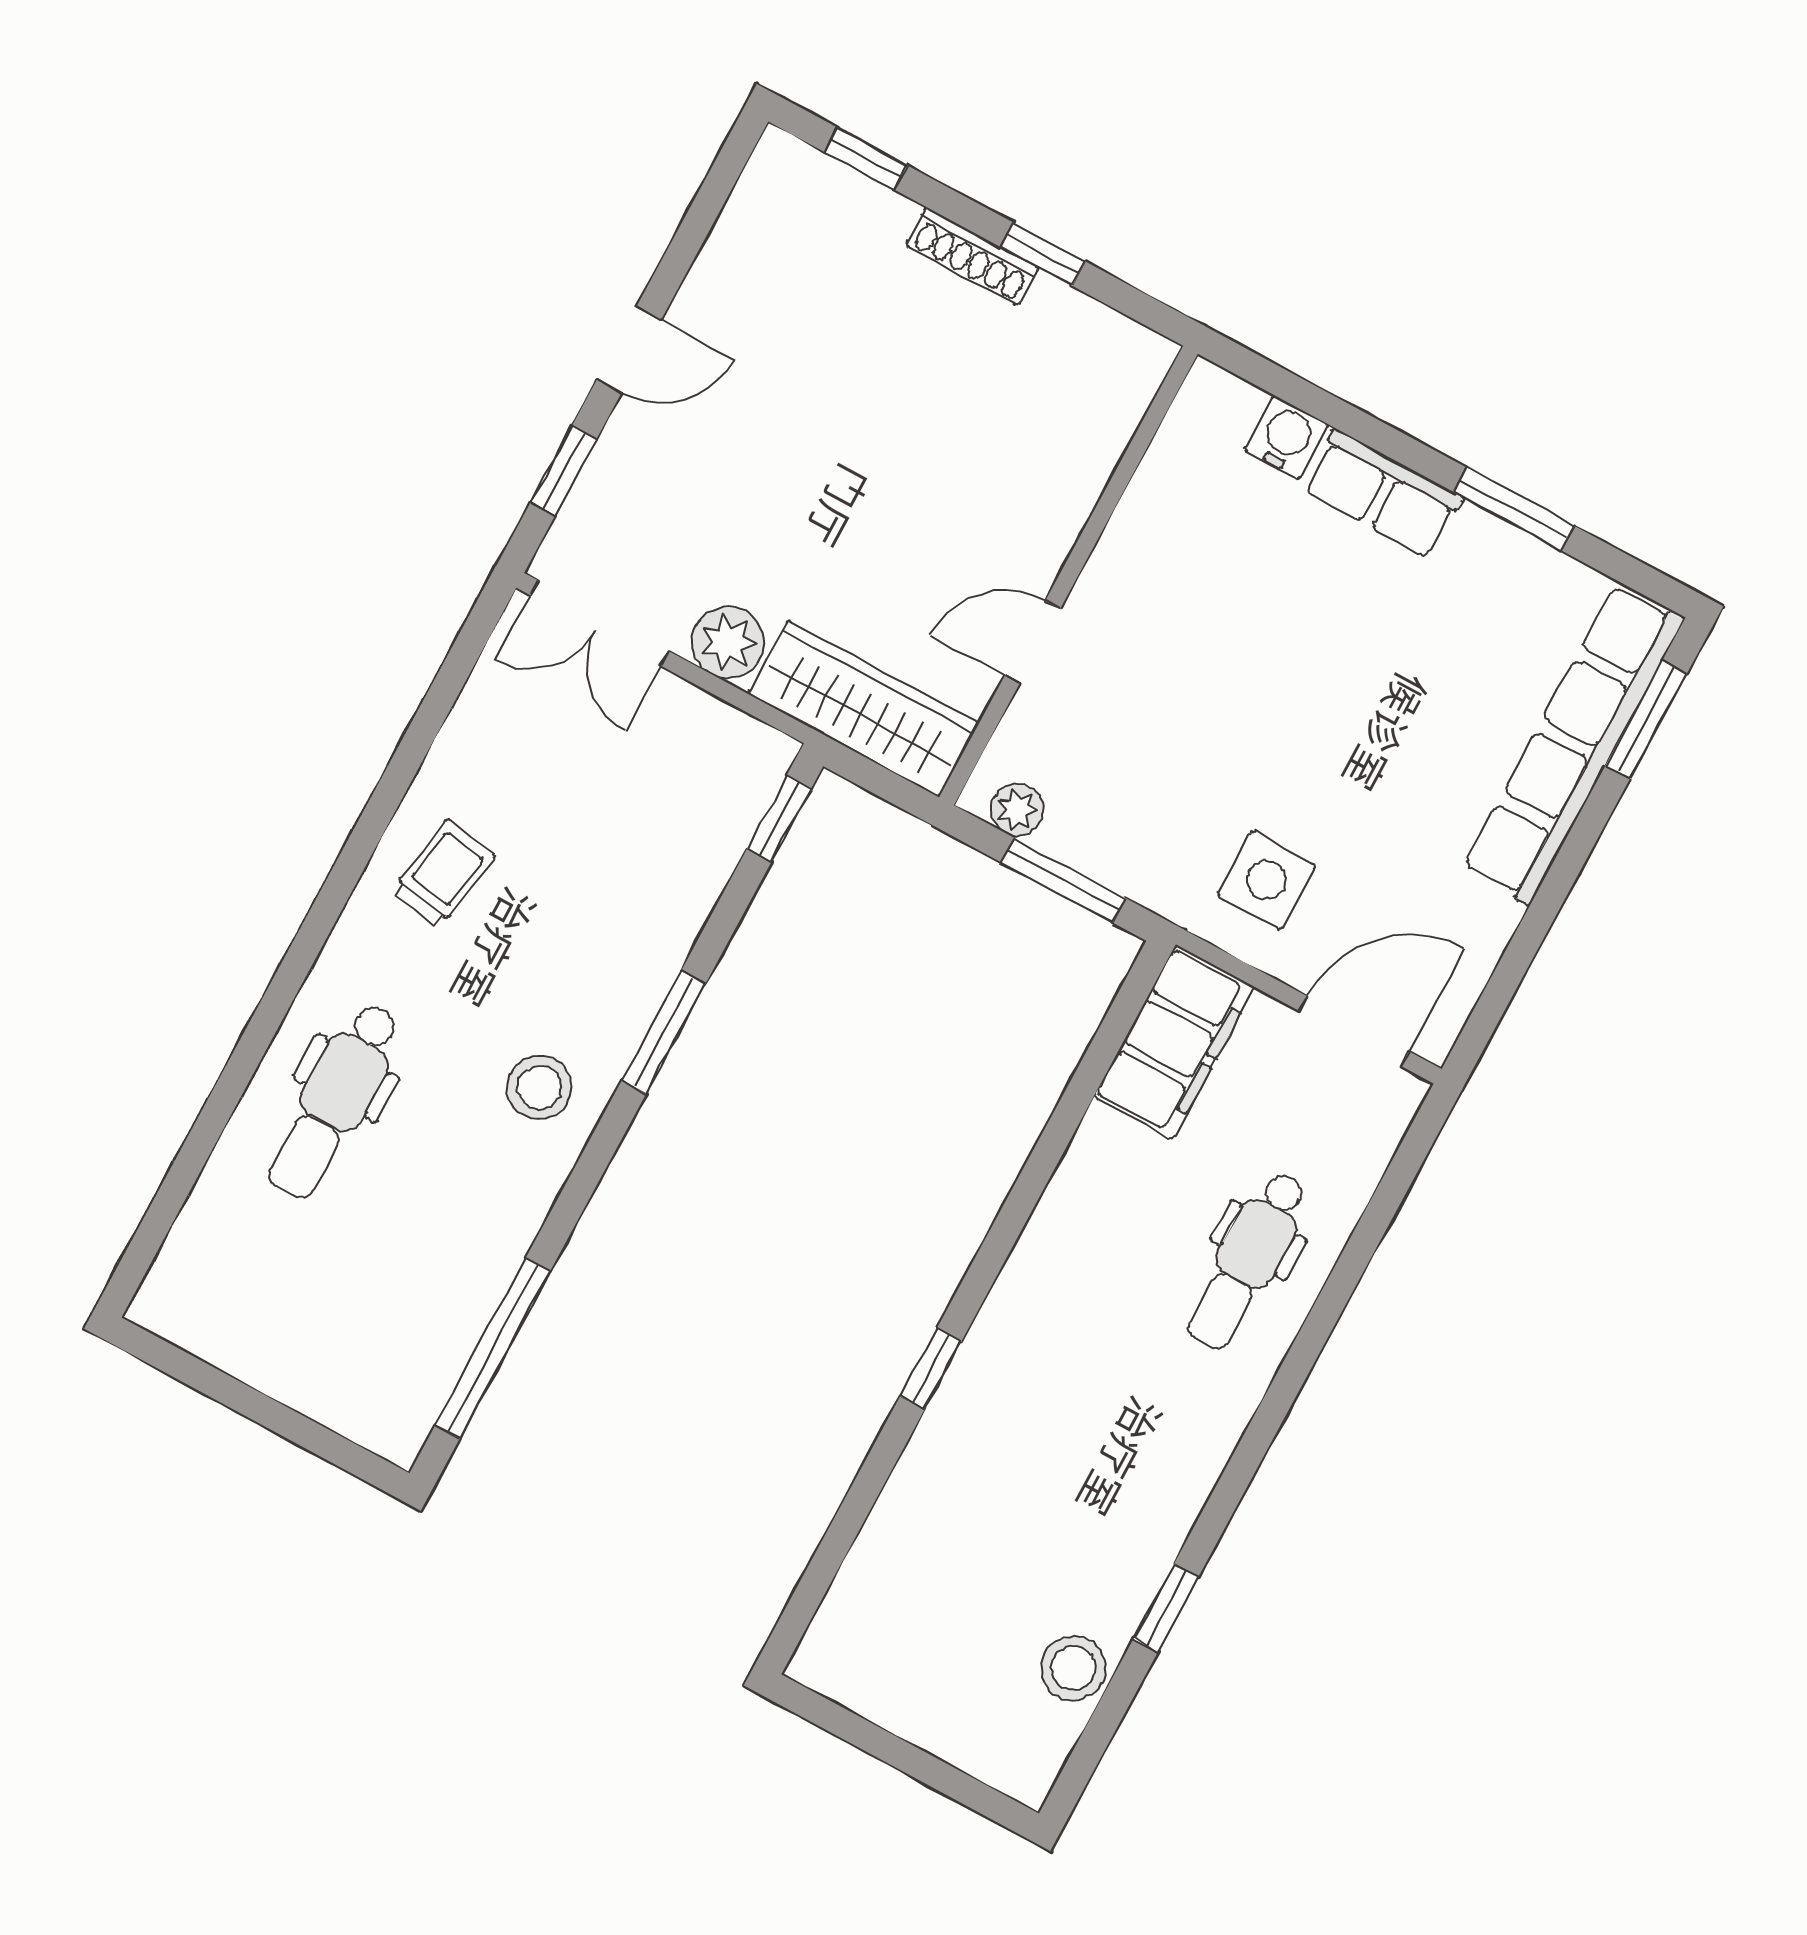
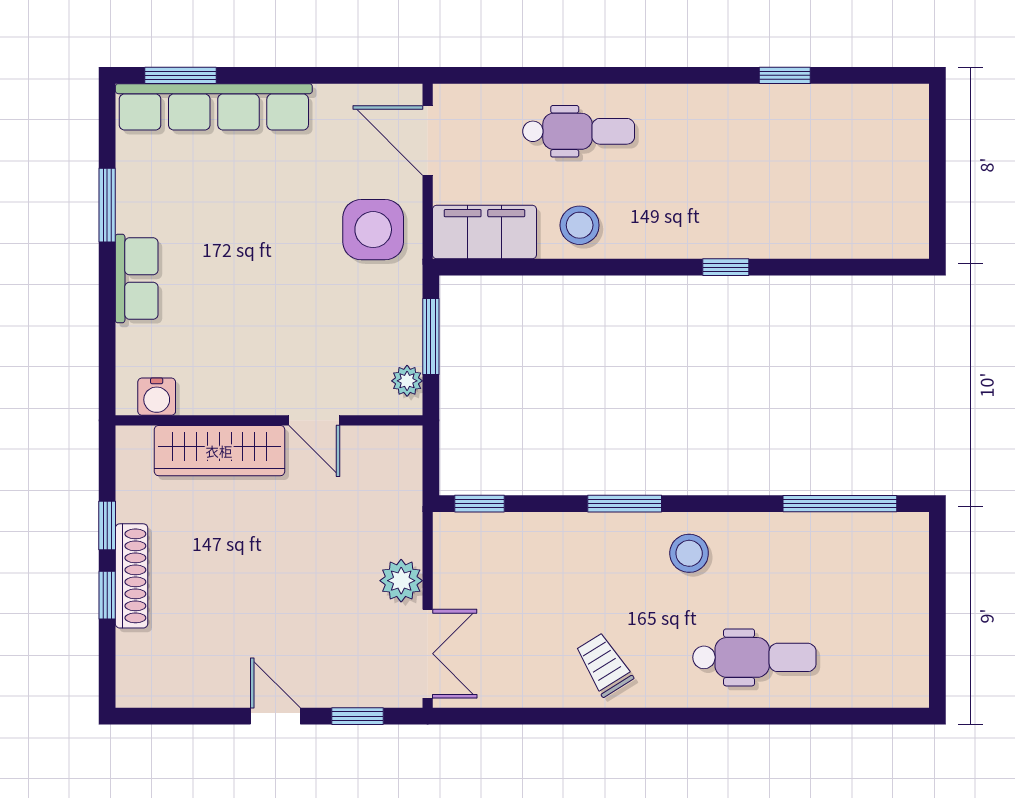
window: (866, 159) -> (107, 595), moved
shoe rack: (972, 256) -> (132, 576), width x1.36, depth x1.24
water cooler: (1286, 437) -> (157, 397), moved, turned -90
wardrobe: (863, 709) -> (219, 451), moved, turned -90
trolley: (443, 874) -> (604, 665), turned 48
side table: (1266, 880) -> (373, 230), width x1.37, depth x1.37
stool: (1073, 1668) -> (580, 225), moved

